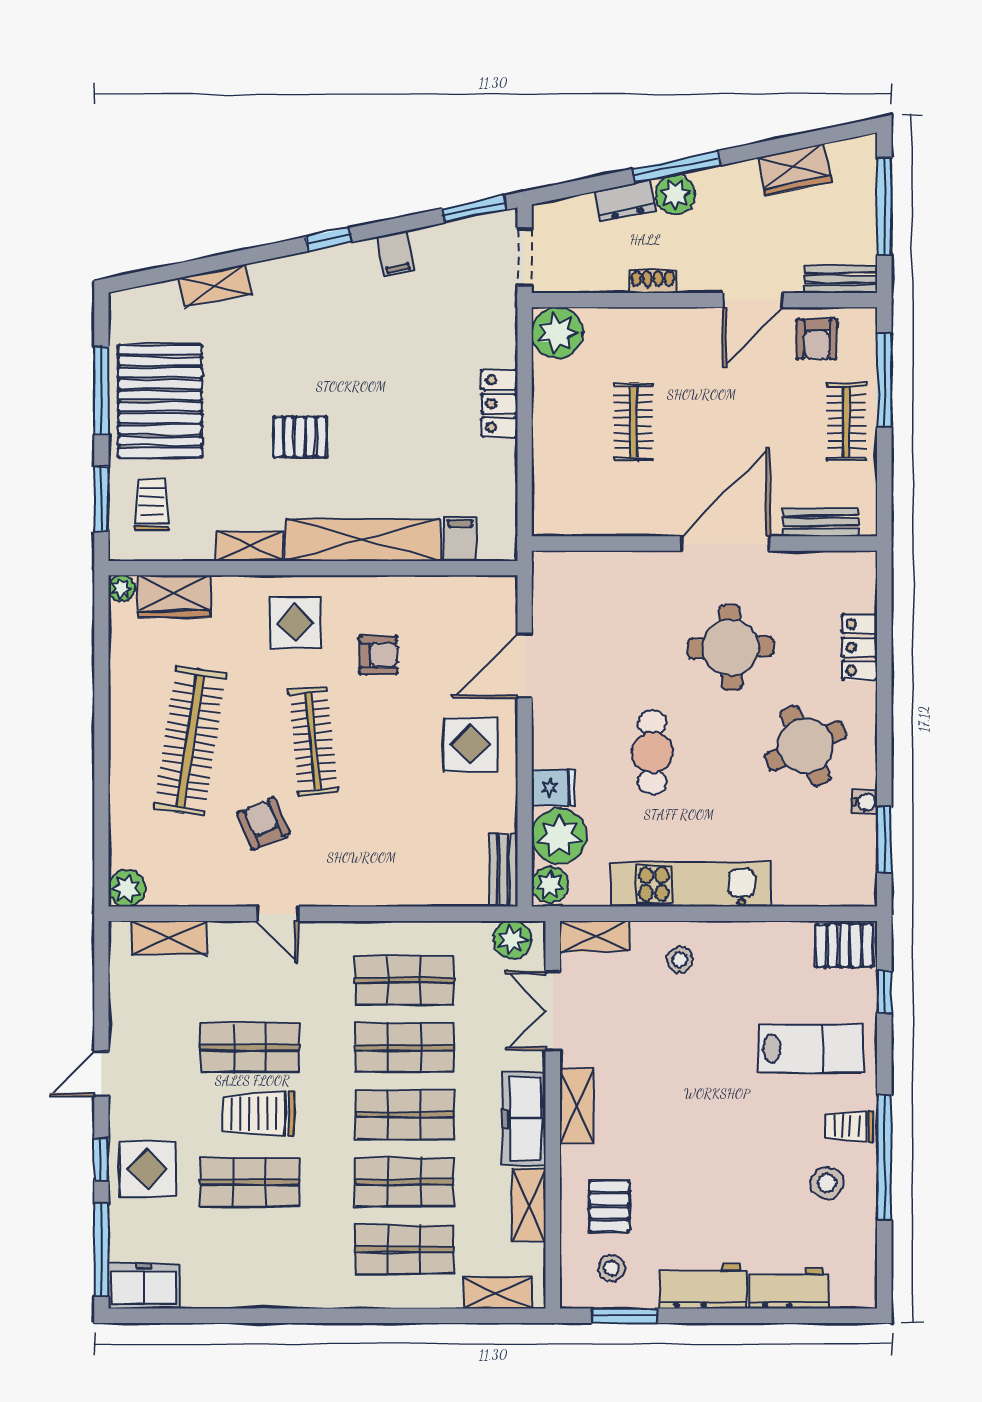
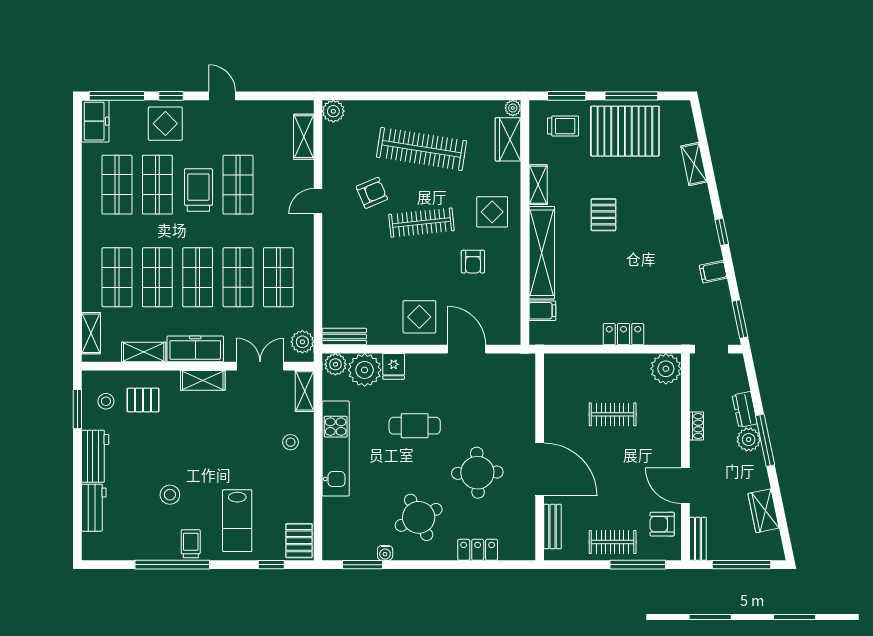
stool: (827, 1183) -> (170, 495), moved
shop shelf: (250, 1249) -> (117, 185), added

